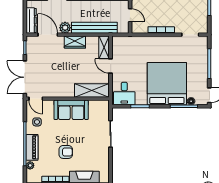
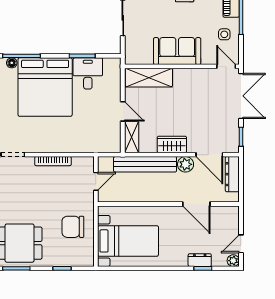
door: (130, 15) -> (96, 181), swing flipped
desk: (124, 94) -> (88, 73), moved

